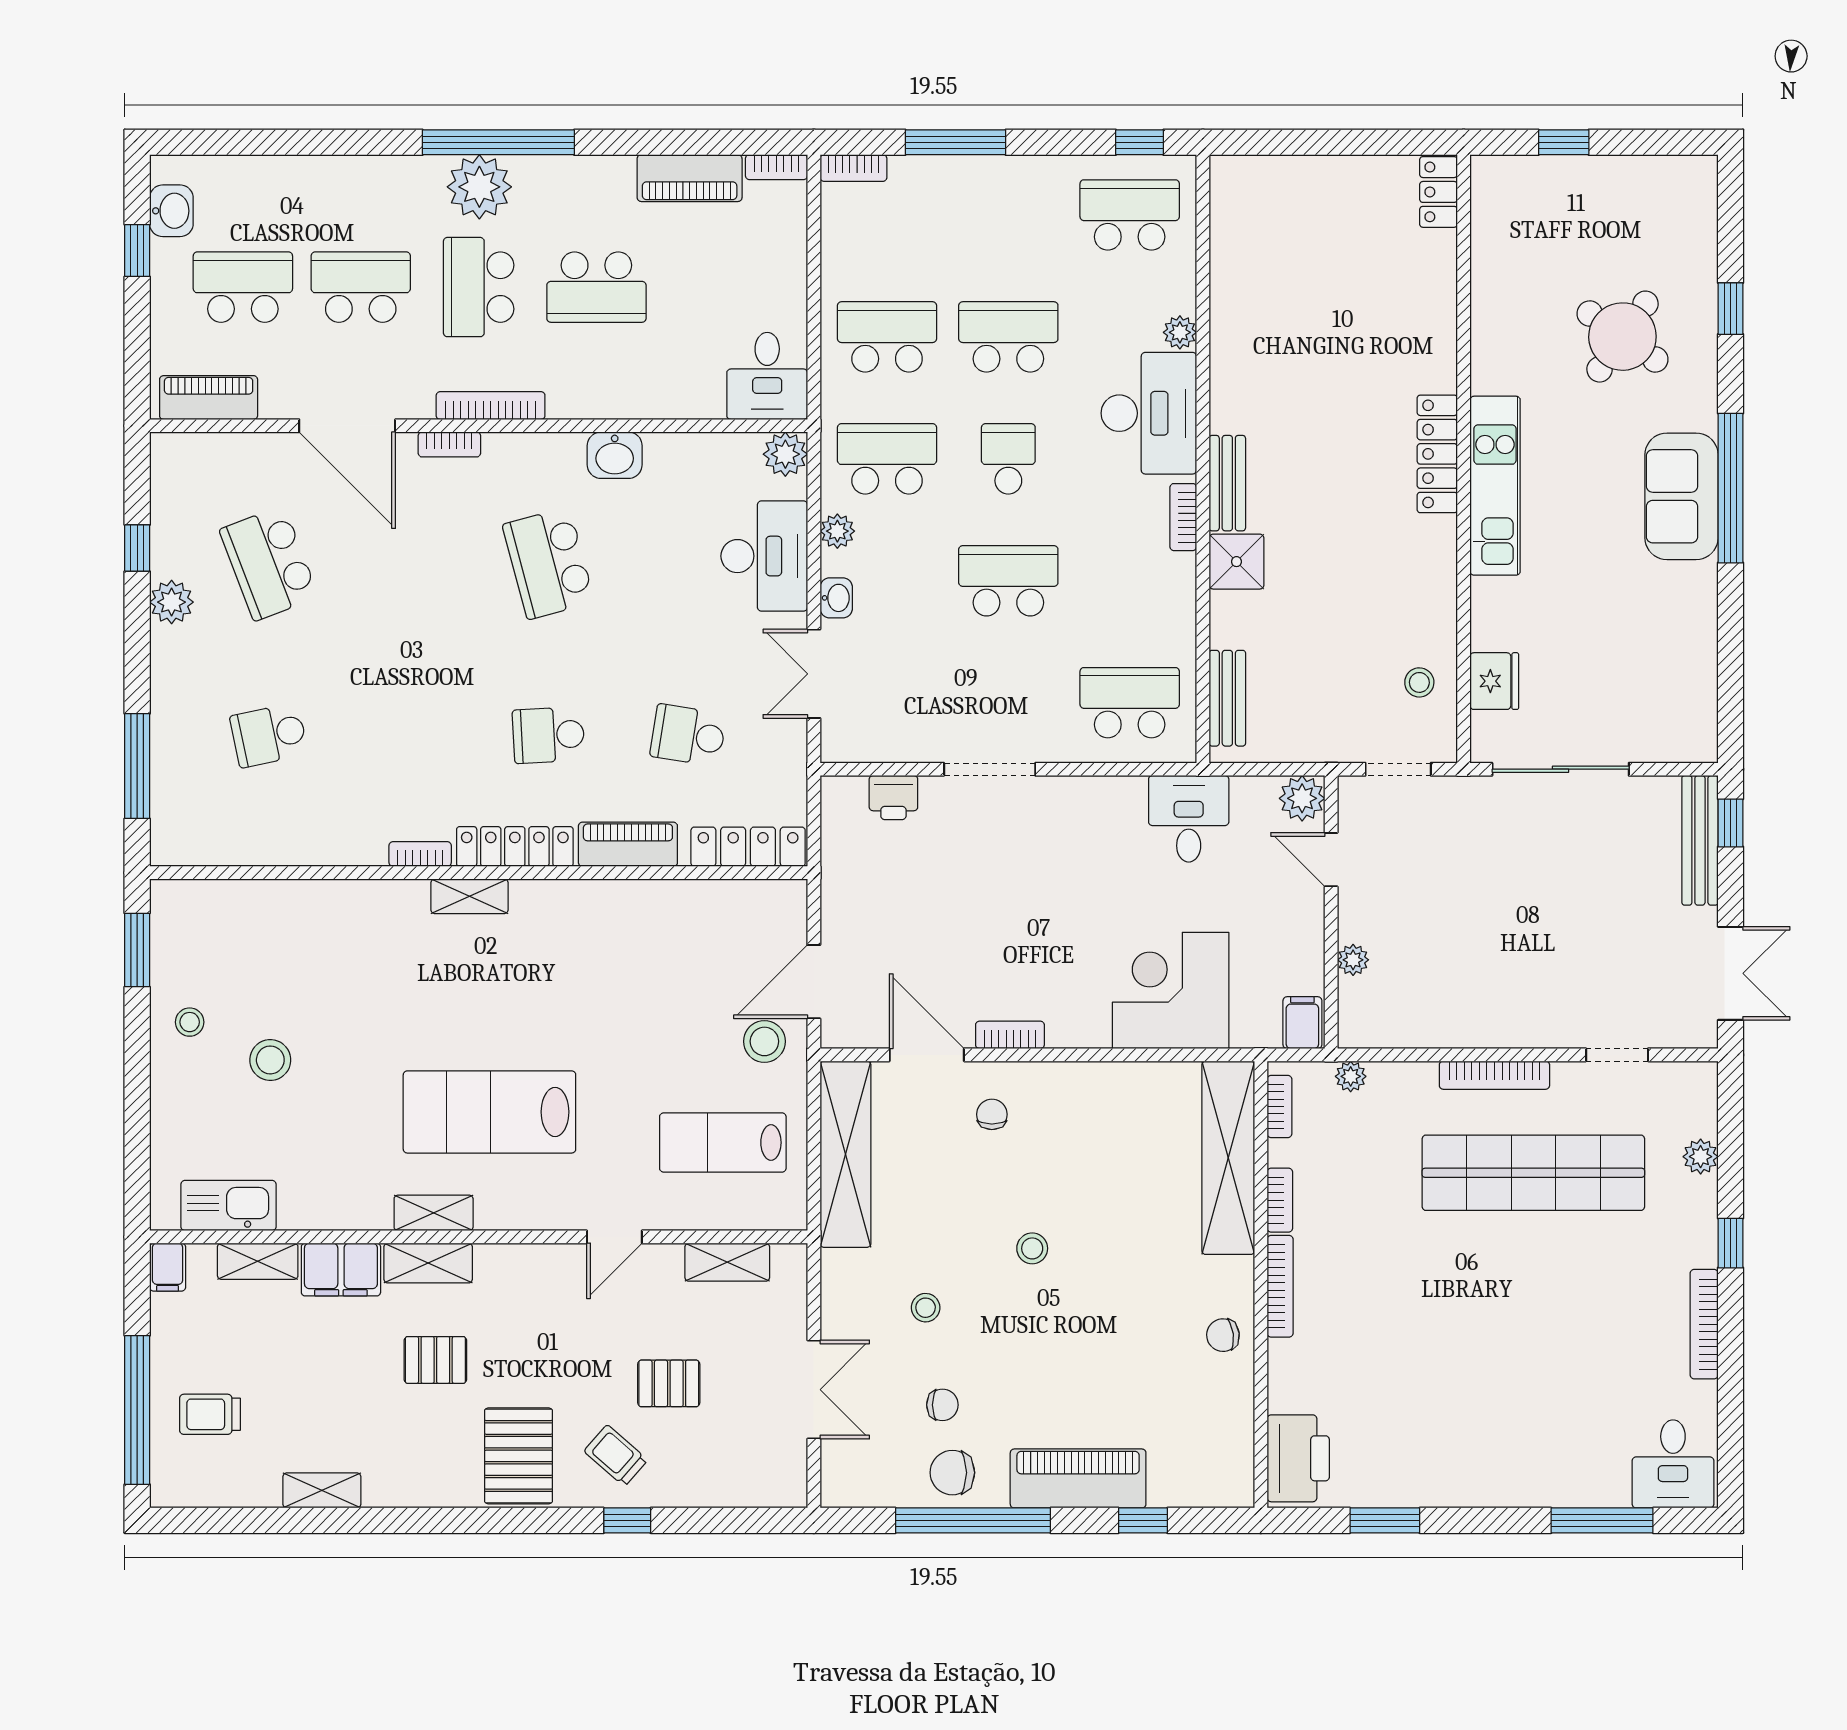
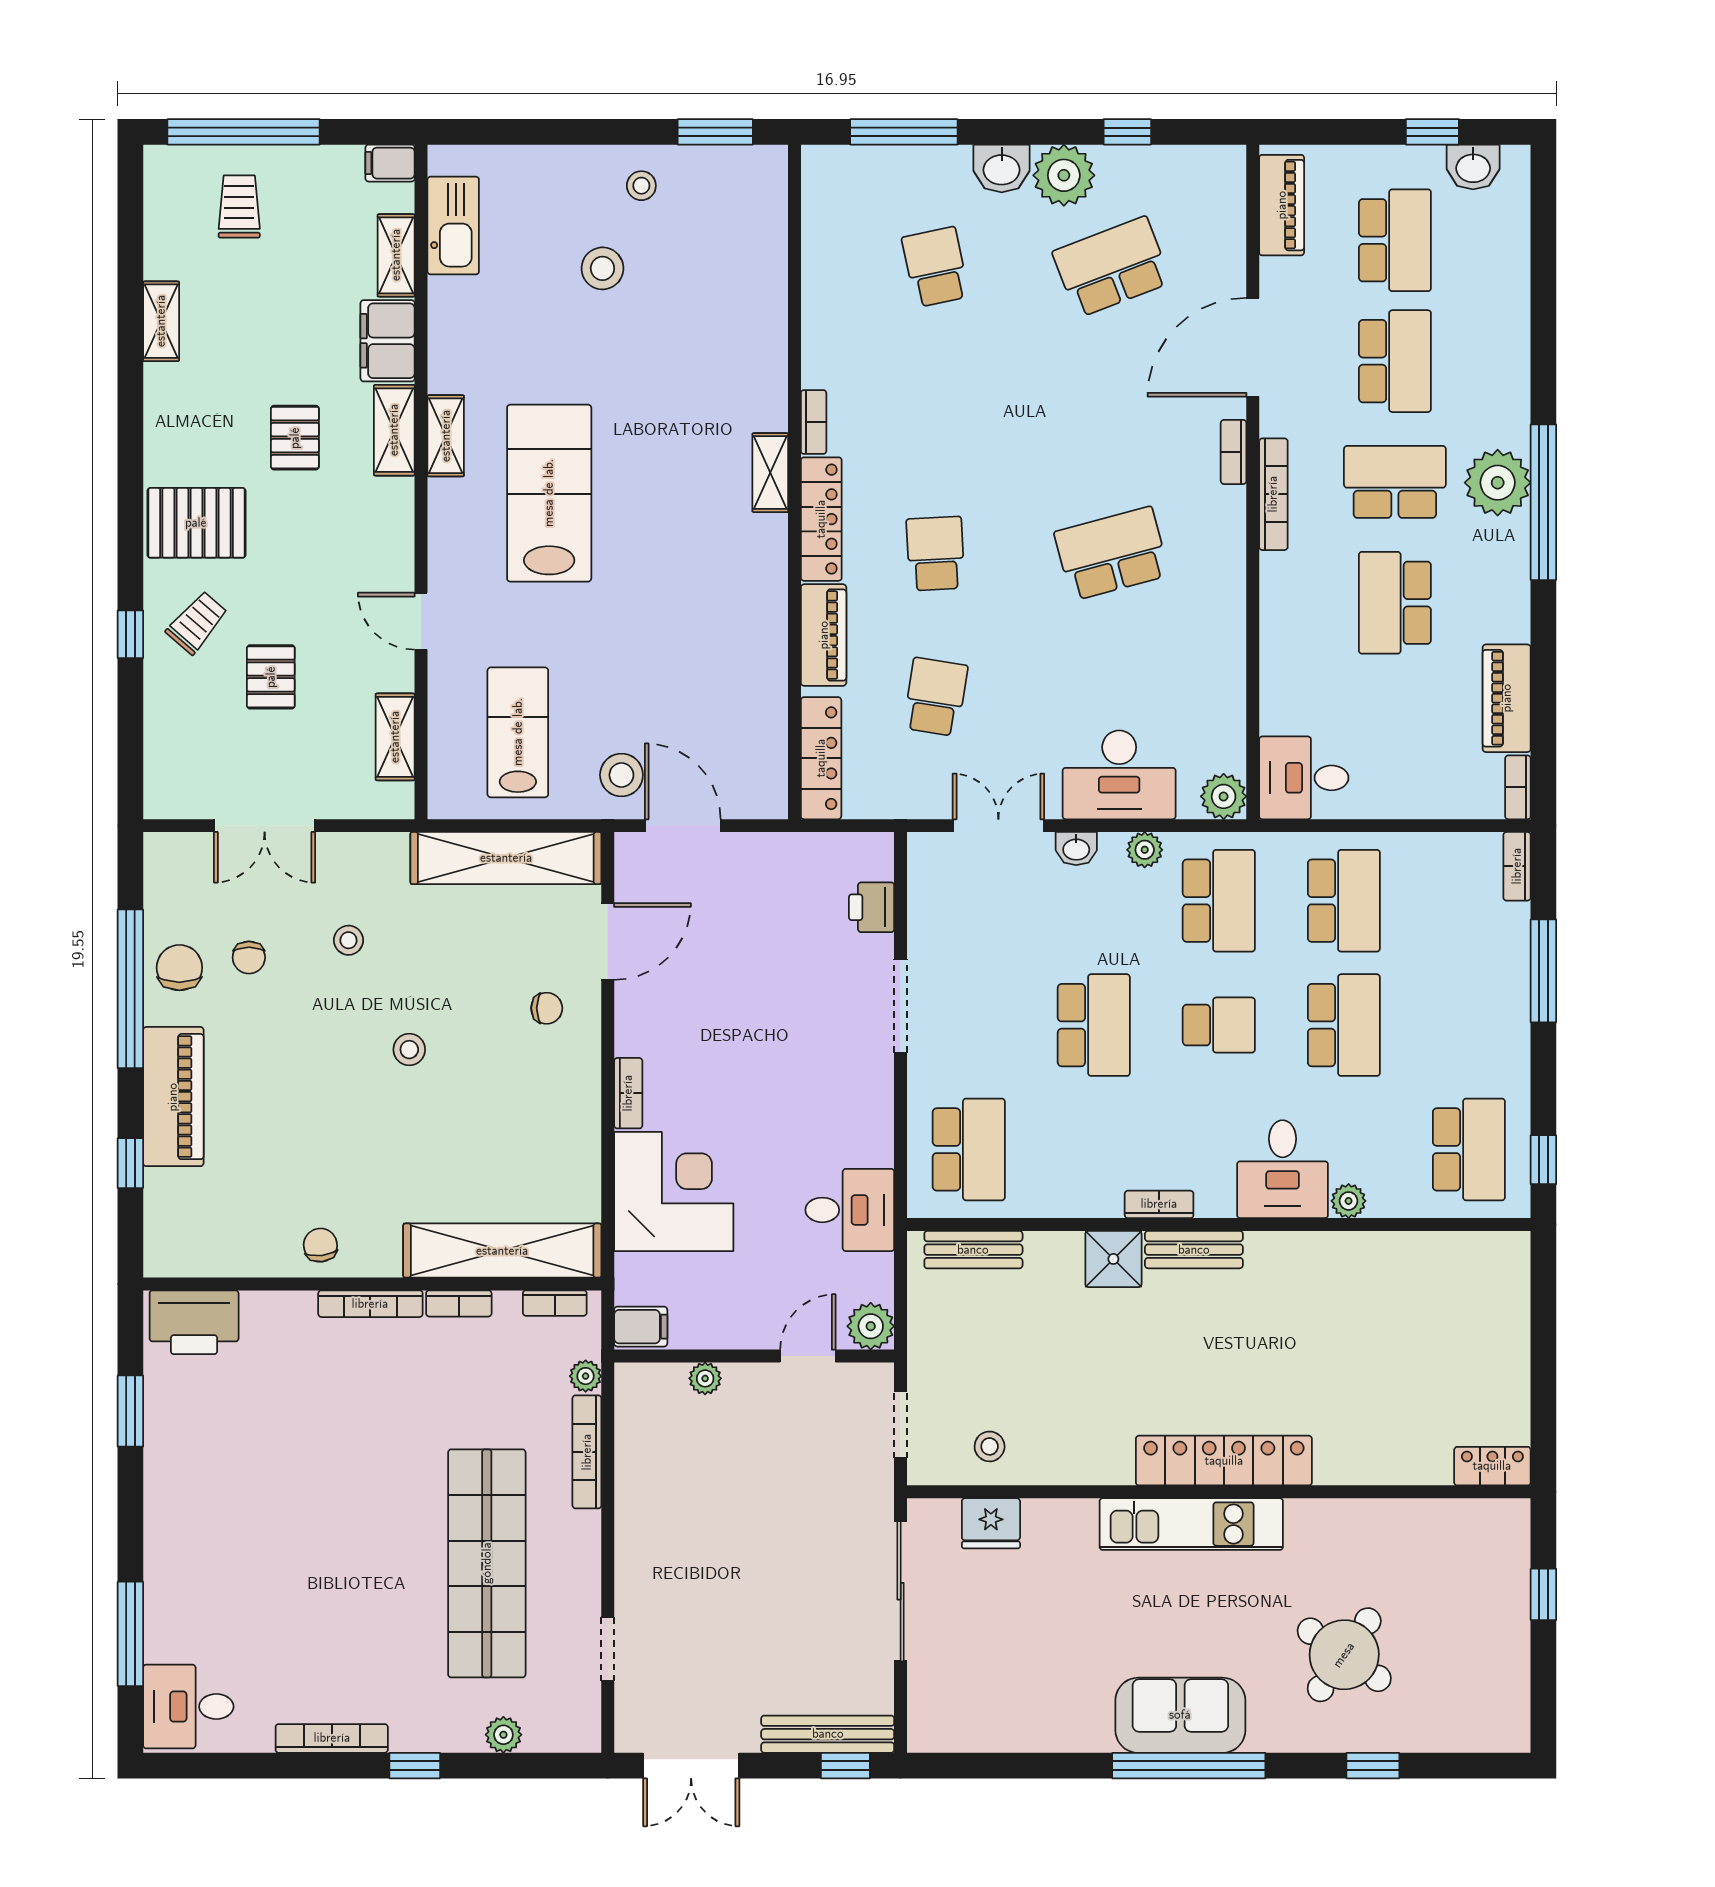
desk: (1149, 413) -> (1283, 1169), width x0.73
locker: (1437, 454) -> (1224, 1461), width x1.41, depth x1.21
washbasin: (615, 455) -> (1002, 168), moved, turned -90
plant: (172, 602) -> (1064, 175), width x1.36, depth x1.36
bookcase: (1010, 1035) -> (628, 1093), moved
bookcase: (1494, 1075) -> (587, 1452), moved

